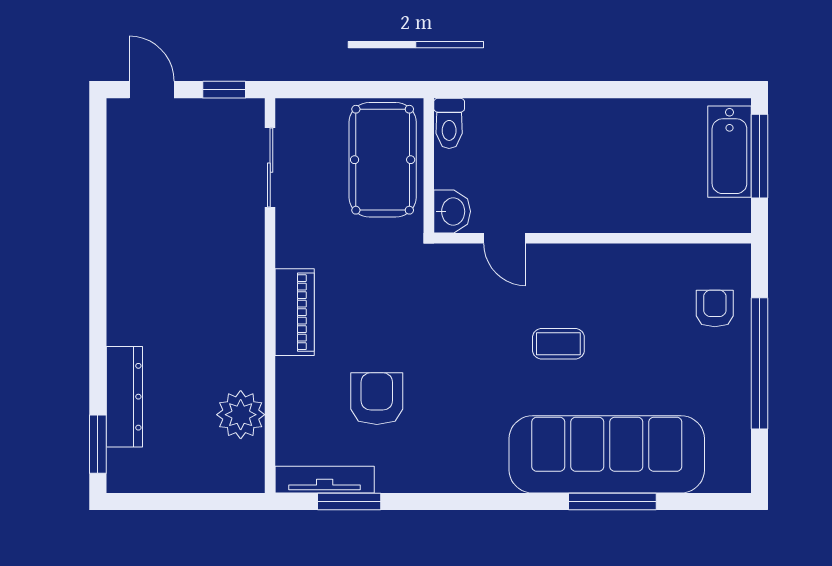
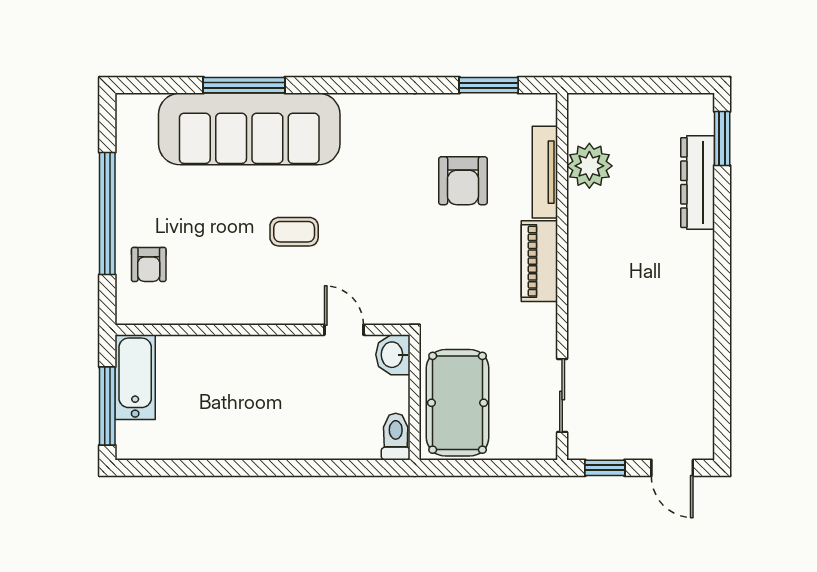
bathtub: (729, 152) -> (135, 377), moved
tv unit: (325, 480) -> (545, 172), moved, turned 90

